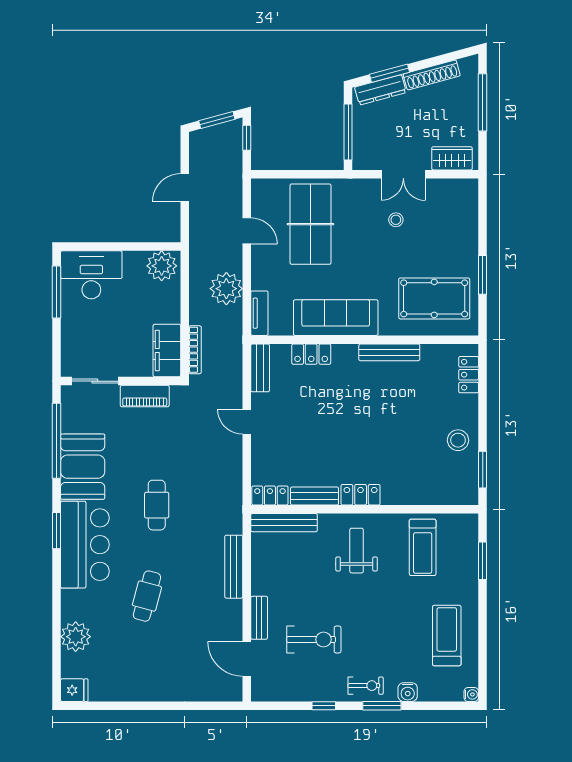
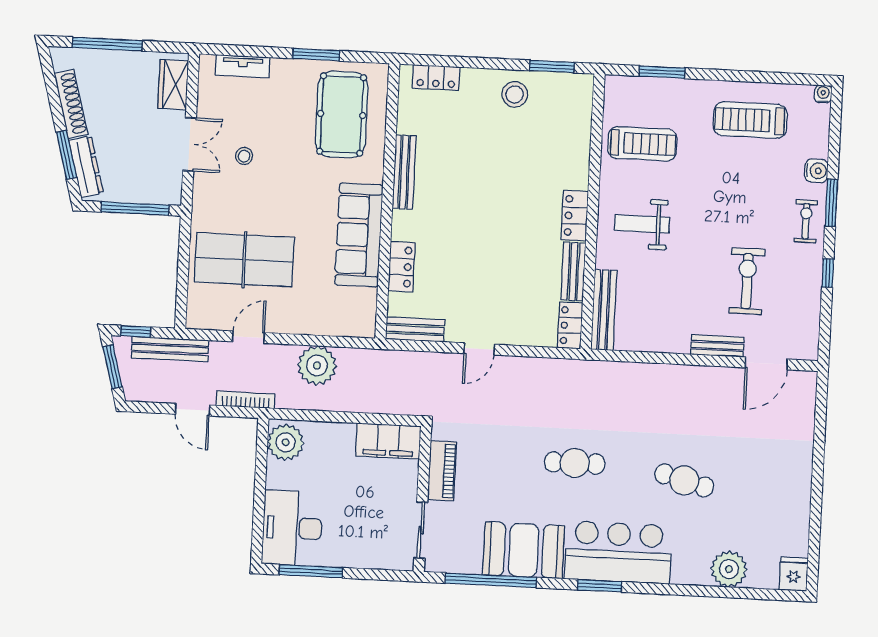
tv unit: (259, 313) -> (243, 66), moved, turned 180
bookcase: (195, 350) -> (246, 400), moved
bench: (234, 567) -> (170, 349), moved

